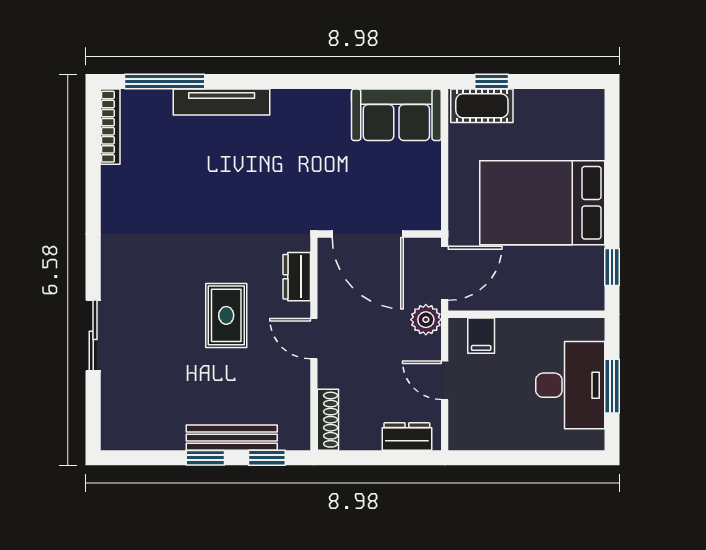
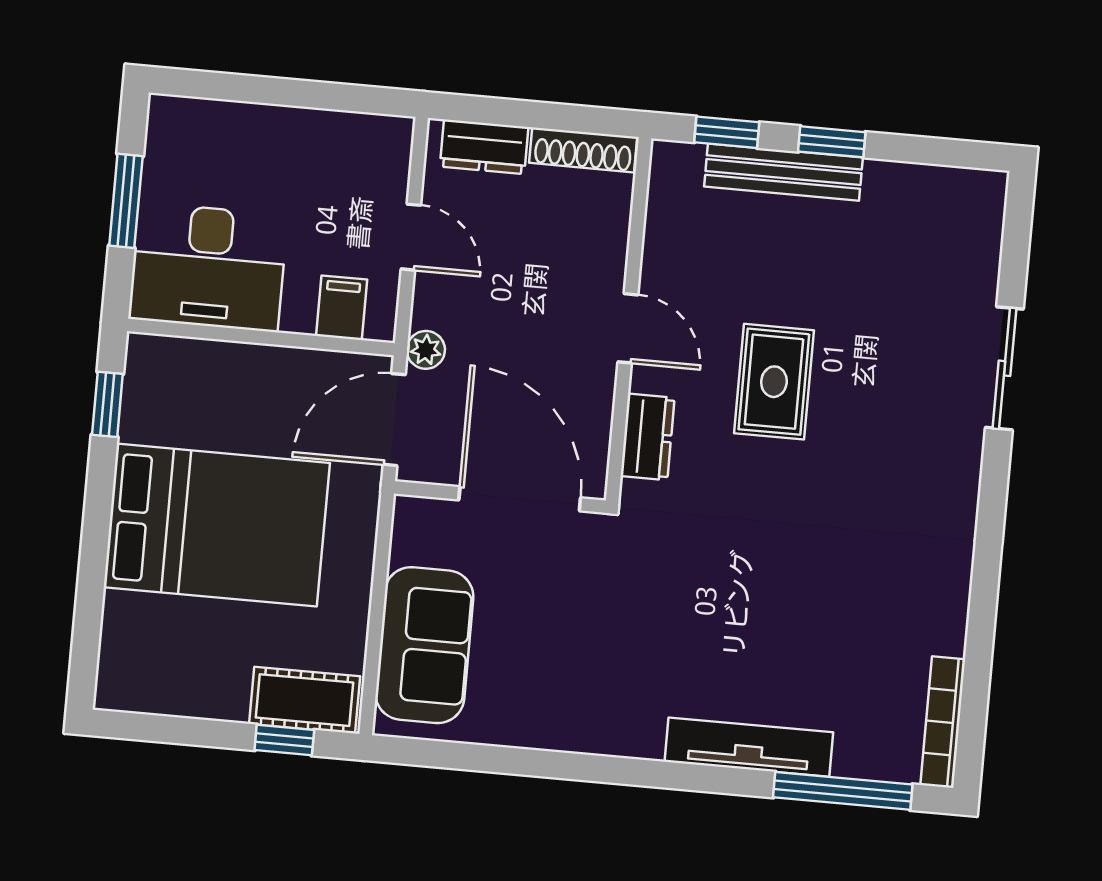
sofa: (396, 115) -> (424, 645), moved, turned 90
plant: (426, 320) -> (426, 350), width x0.73, depth x0.73
desk: (570, 385) -> (208, 267), moved, turned -90
shoe rack: (328, 420) -> (583, 150), moved, turned -90

